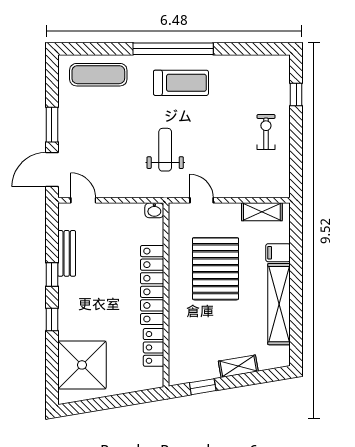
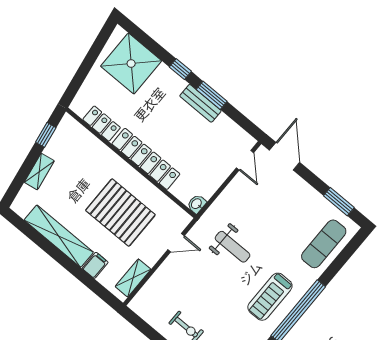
window: (52, 125) -> (339, 202), moved
door: (83, 200) -> (245, 160), hinge flipped
bench: (67, 253) -> (200, 103), moved
window: (52, 274) -> (212, 95), width x1.50

